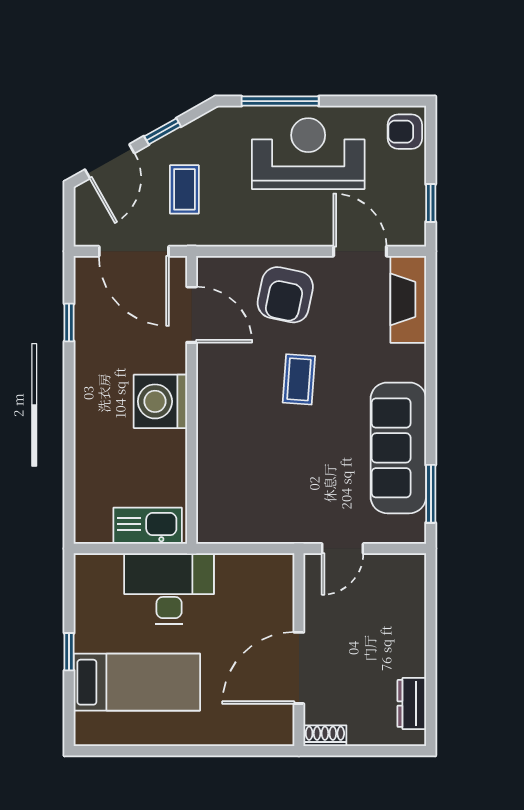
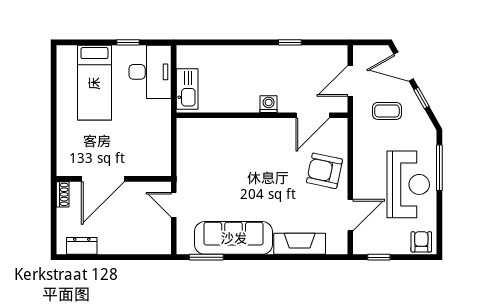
door: (134, 251) -> (350, 81), width x0.73
fireplace: (408, 299) -> (300, 244), moved
window: (69, 323) -> (290, 42), moved
coffee table: (299, 379) -> (274, 179), removed
washing machine: (160, 401) -> (269, 104), width x0.53, depth x0.53
desk: (169, 588) -> (150, 72), moved
window: (69, 652) -> (128, 42), moved
door: (299, 668) -> (103, 179), swing flipped

